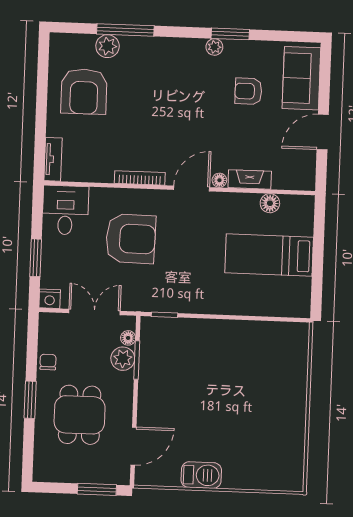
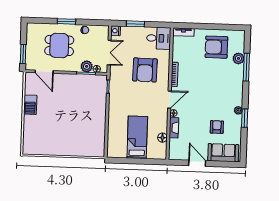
door: (192, 188) -> (169, 100), hinge flipped

